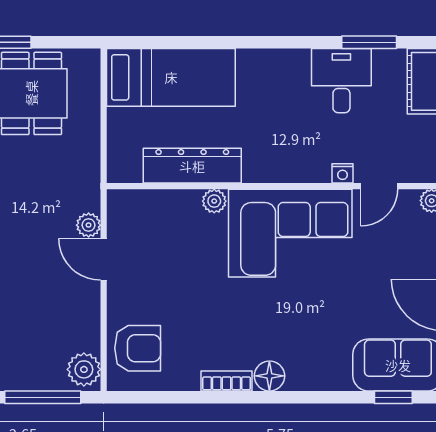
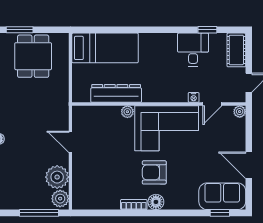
window: (369, 42) -> (207, 30), width x0.67
plant: (89, 225) -> (57, 177), moved, width x1.87, depth x1.87
armchair: (138, 348) -> (154, 172), moved, turned 180

